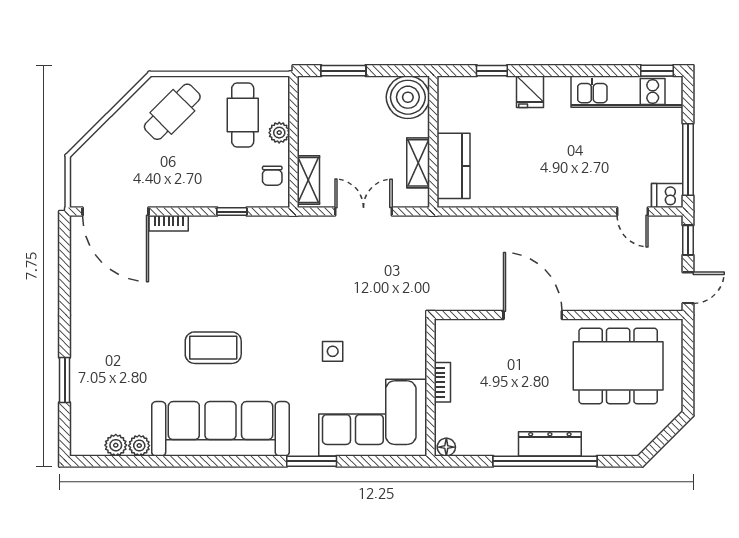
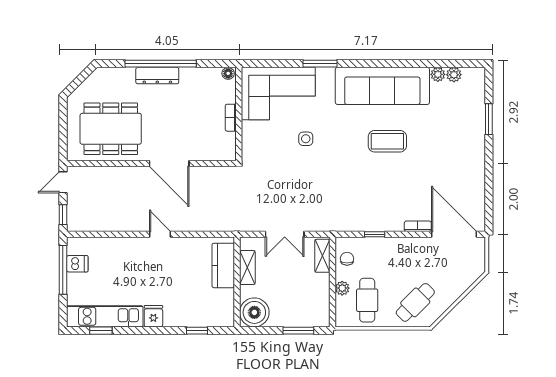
window: (657, 71) -> (101, 331), moved
fridge: (530, 92) -> (153, 316), moved
dishwasher: (667, 196) -> (77, 264), moved
door: (633, 212) -> (160, 234), moved

